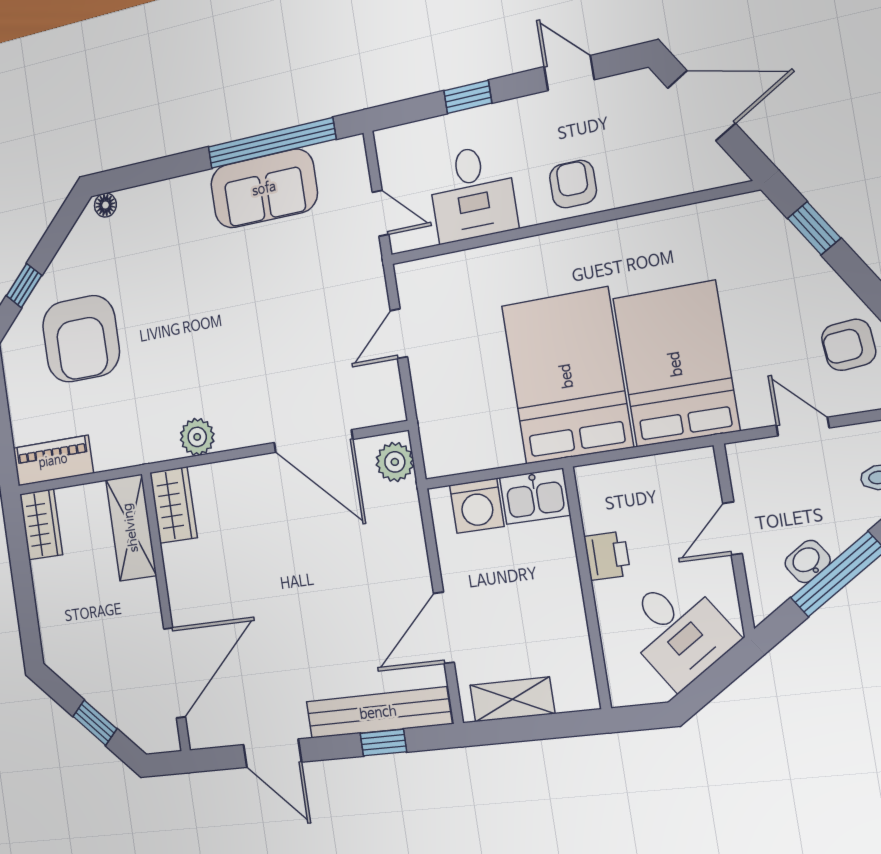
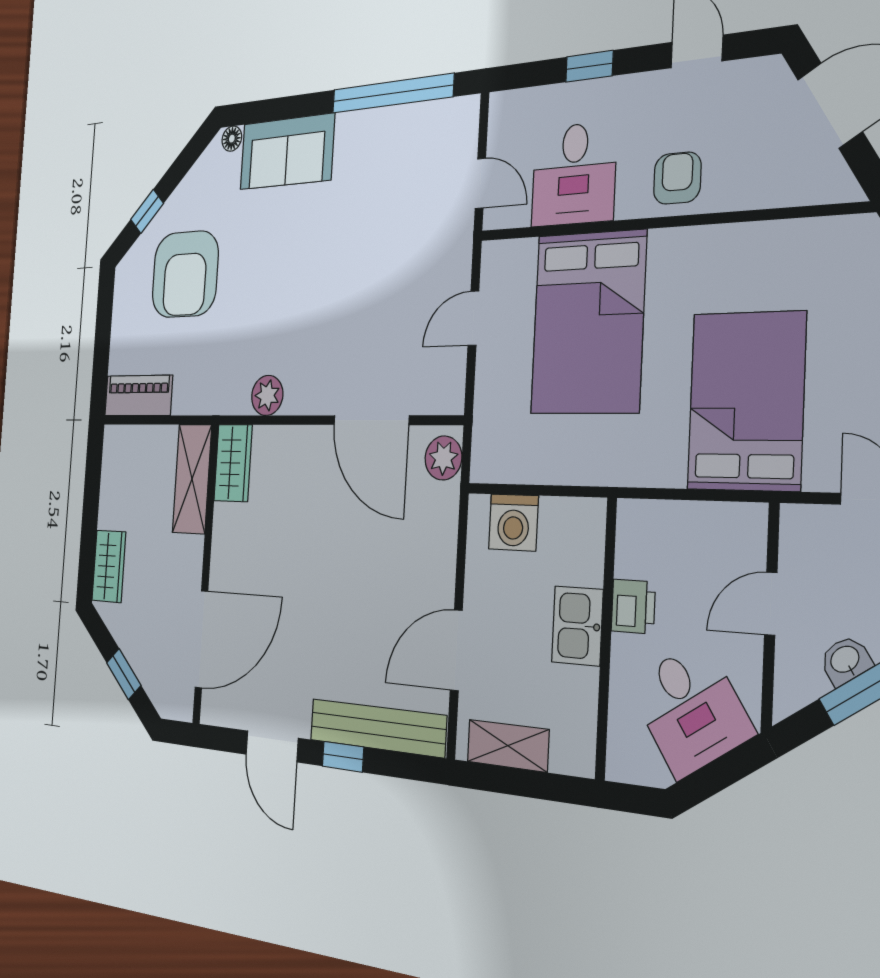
sofa: (264, 189) -> (287, 152), moved
bed: (567, 376) -> (588, 323), moved, turned 180
kitchen sink: (535, 496) -> (577, 626), moved, turned 90
wardrobe: (41, 524) -> (109, 566), moved
window: (383, 743) -> (343, 757), moved

